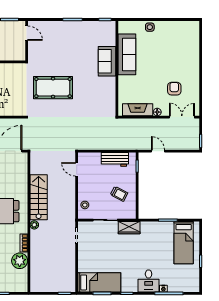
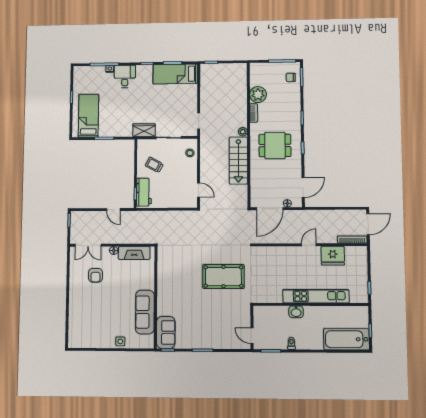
sofa: (107, 61) -> (166, 332), moved
workbench: (115, 159) -> (144, 192), moved, turned 90

